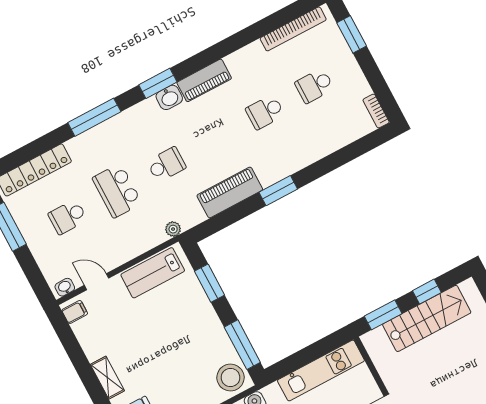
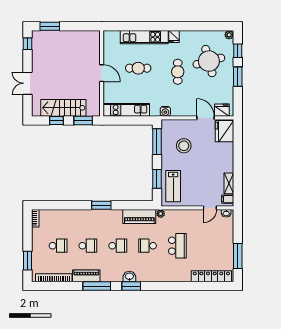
piano: (204, 80) -> (86, 276), moved
window: (94, 117) -> (97, 286), moved
piano: (230, 192) -> (139, 217), moved
school desk: (68, 217) -> (118, 246), moved
lab bench: (153, 273) -> (173, 186), moved, turned 90
door: (97, 282) -> (210, 208), hinge flipped
shelving: (107, 378) -> (229, 183), moved
stool: (230, 378) -> (184, 146), moved

